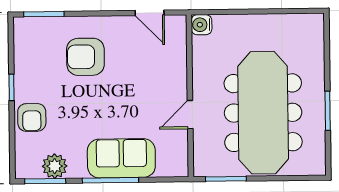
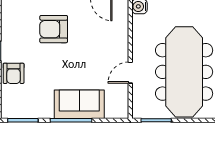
plant: (55, 166) -> (30, 109), removed

